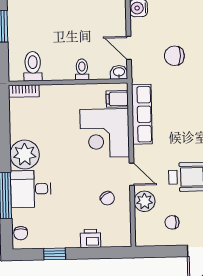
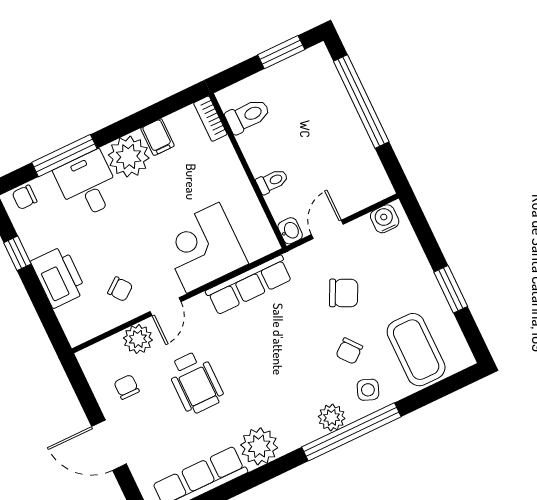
chair: (174, 56) -> (344, 293), turned 114
filing cabinet: (117, 99) -> (157, 137), moved, turned 180
chair: (107, 198) -> (120, 289), turned -93
printer: (91, 238) -> (59, 277), width x1.87, depth x1.48

